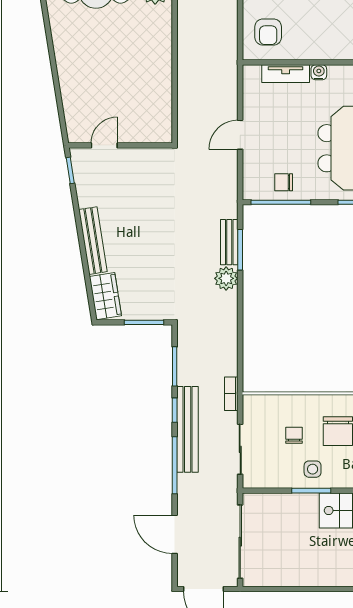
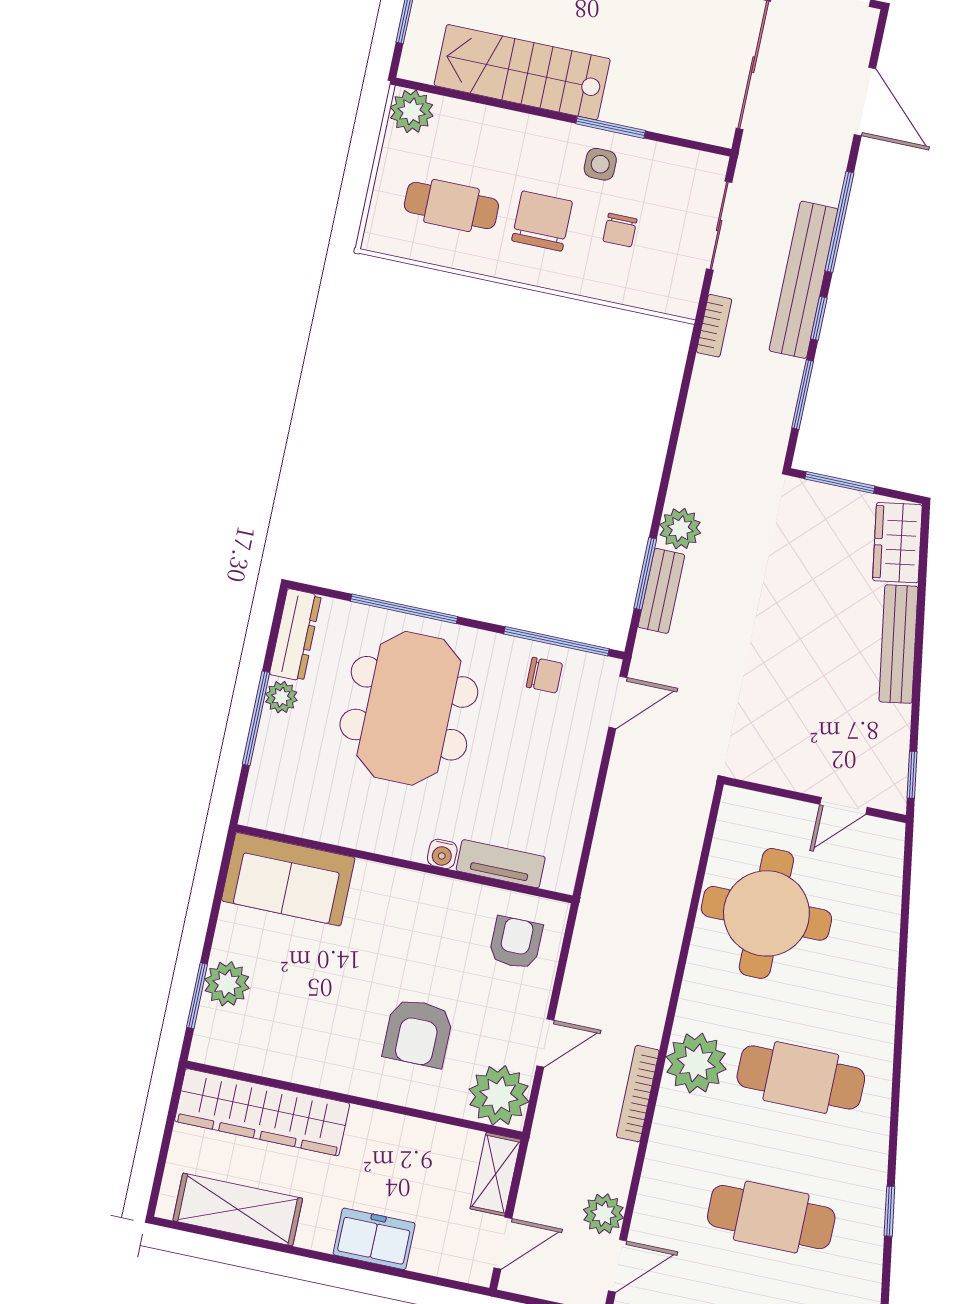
round table: (134, 77) -> (766, 913), added
door: (240, 135) -> (618, 702), moved

